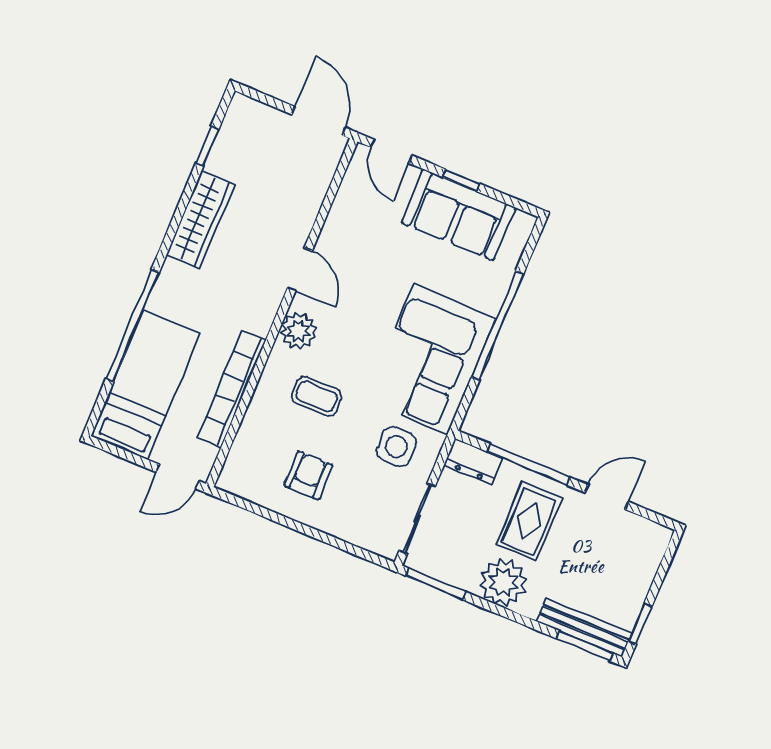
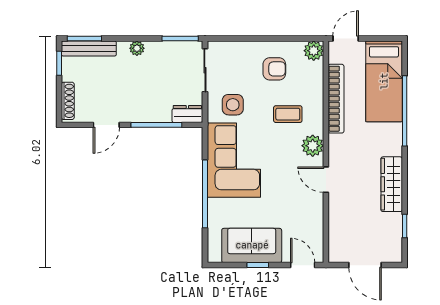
door: (319, 121) -> (365, 265), moved
armchair: (308, 475) -> (274, 69), turned -90
plant: (235, 478) -> (314, 51), added
rug: (529, 521) -> (143, 94), removed
shoe rack: (651, 560) -> (68, 101), added
plant: (503, 582) -> (137, 48), width x0.53, depth x0.53

